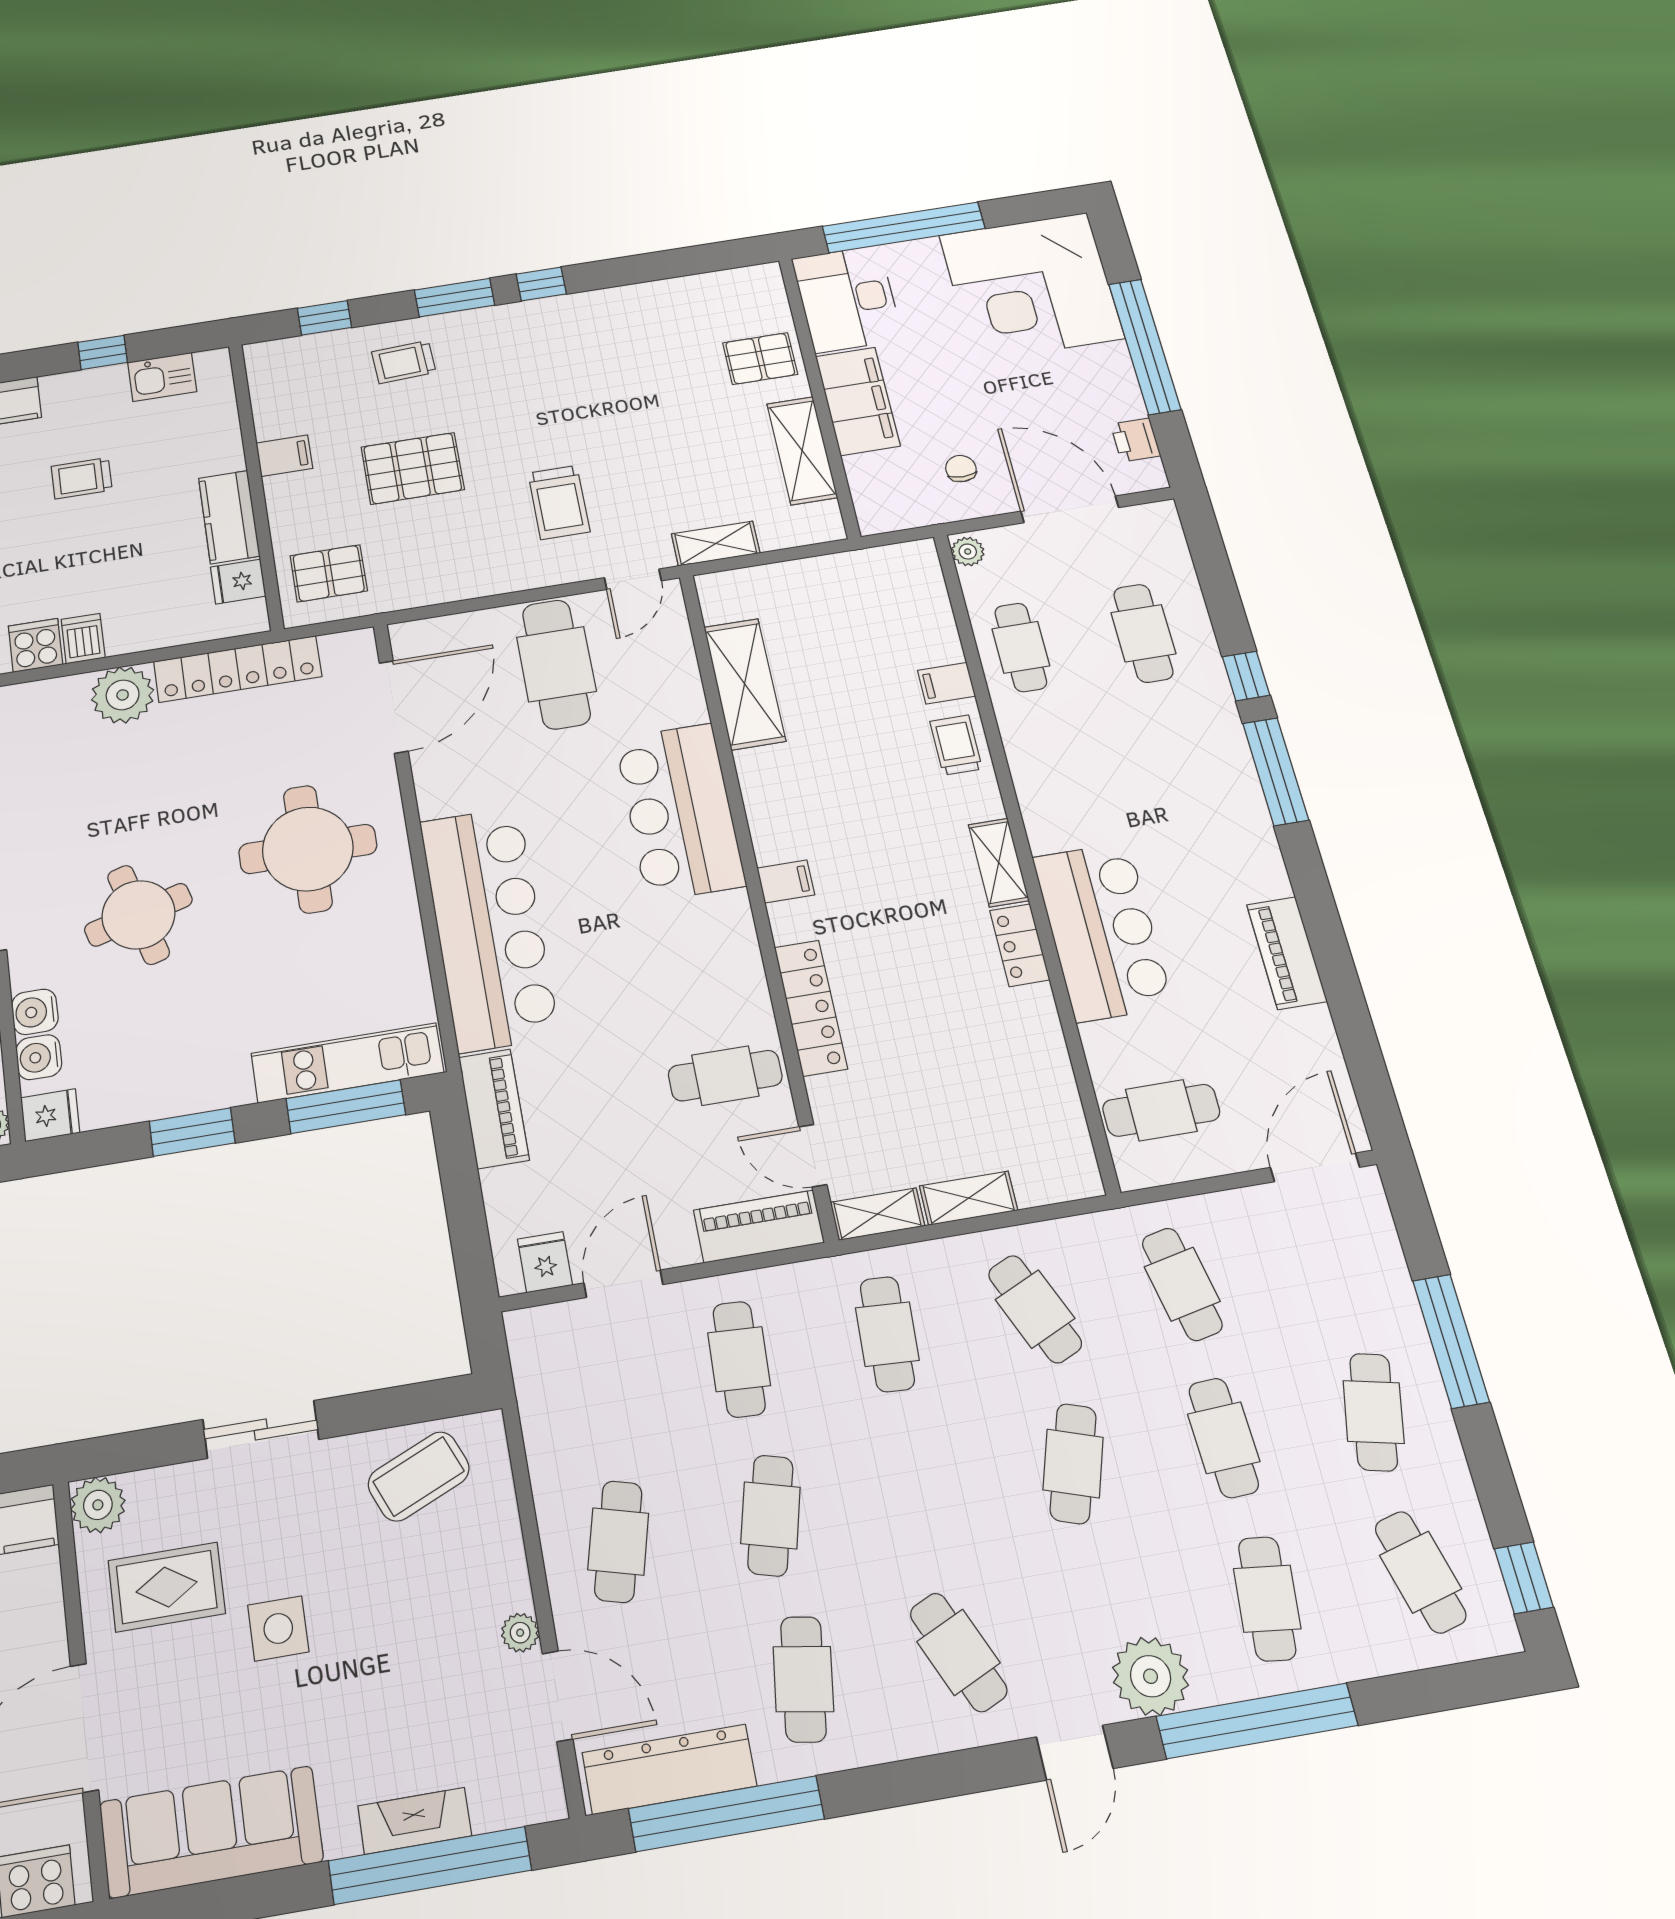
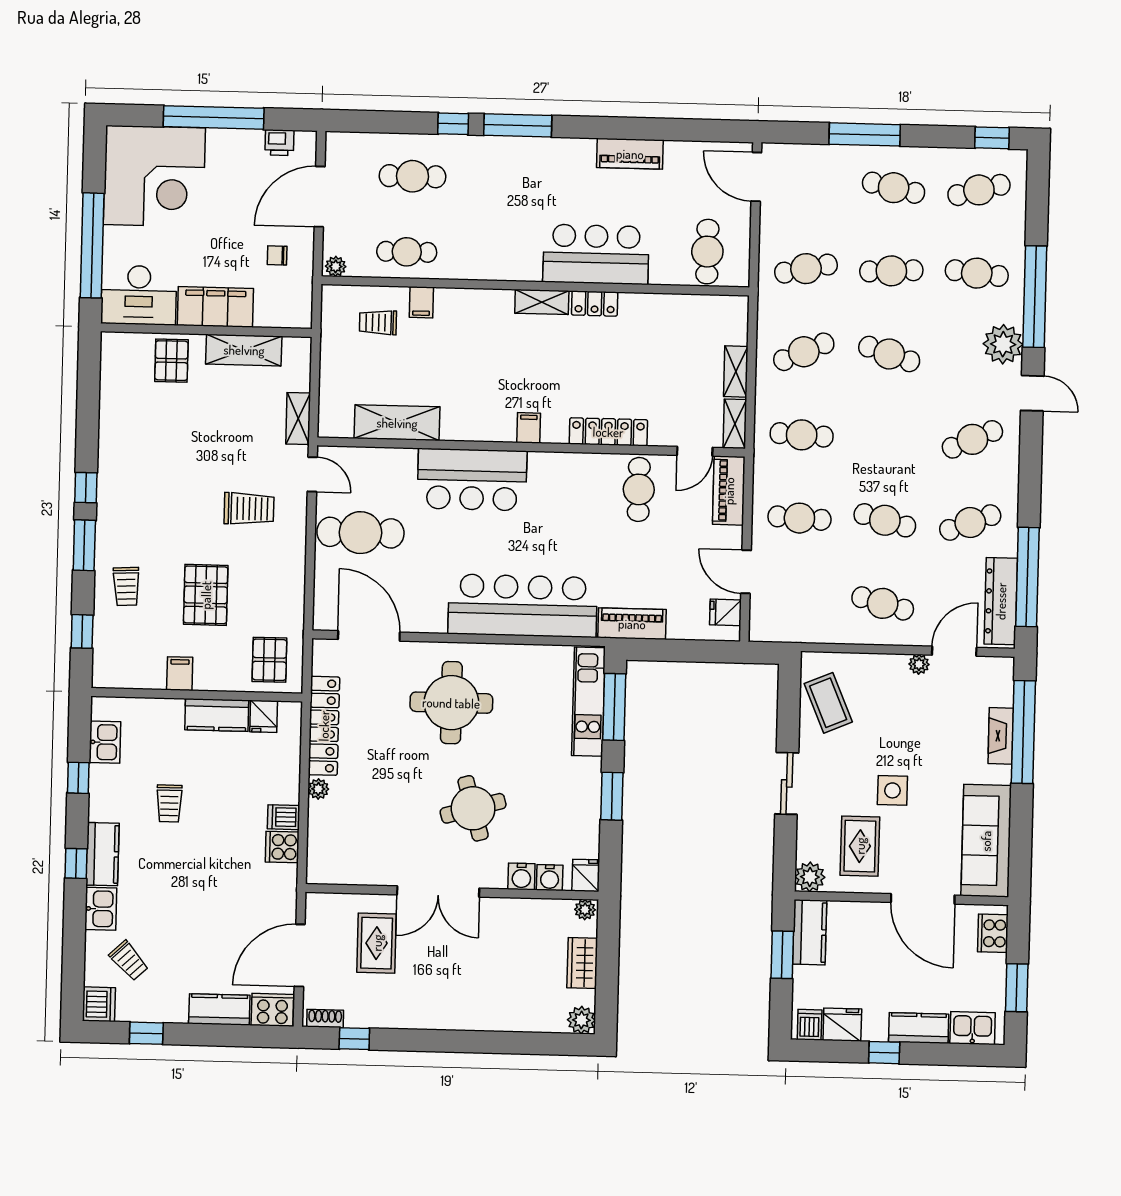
plant: (123, 695) -> (318, 789), width x0.53, depth x0.53
trolley: (956, 745) -> (378, 323), moved
cafe table: (803, 1679) -> (970, 523), turned -30

